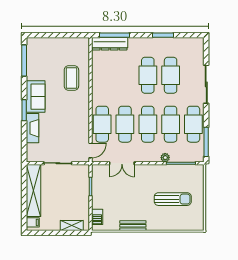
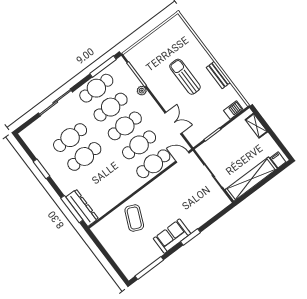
coffee table: (71, 78) -> (134, 218), turned -66
fireplace: (33, 128) -> (200, 219), removed
sun lounger: (173, 199) -> (185, 77), moved

